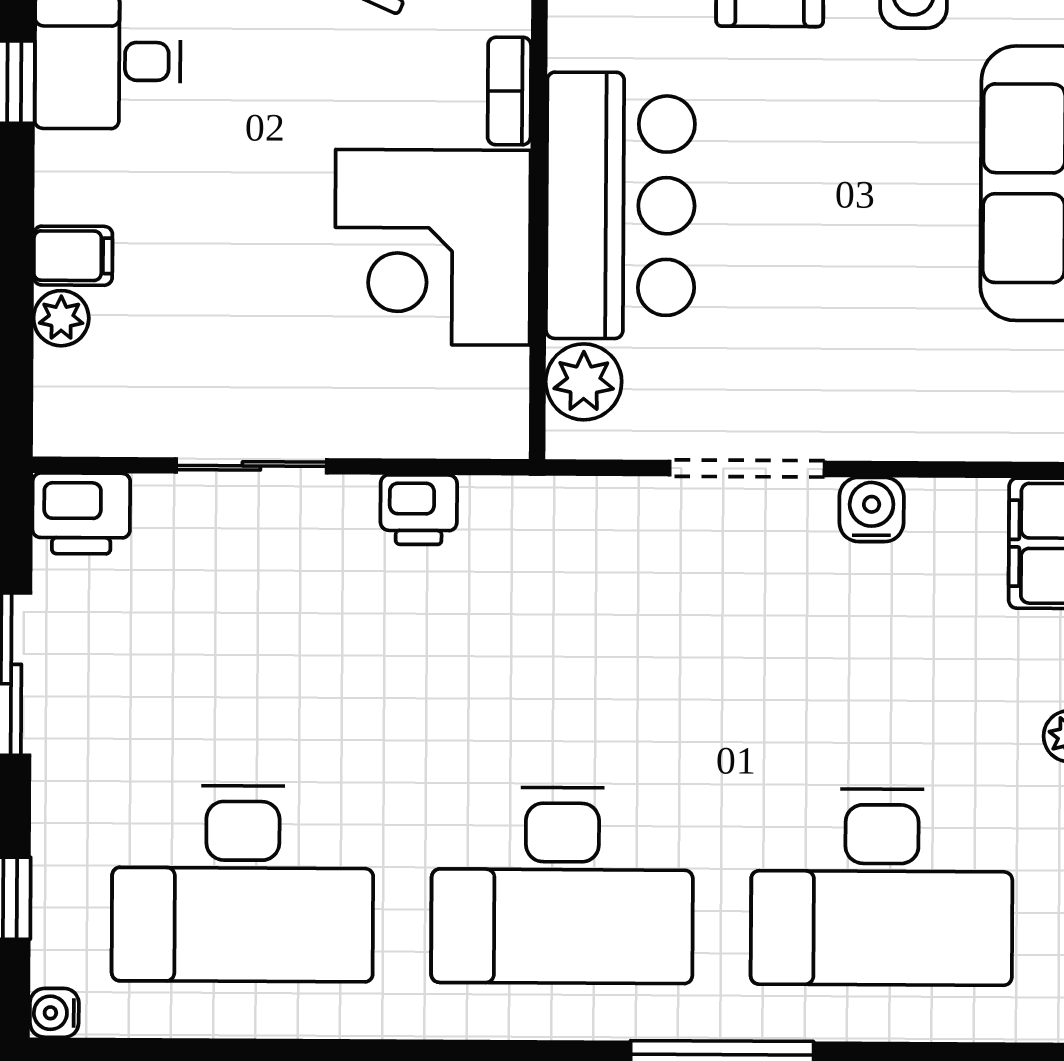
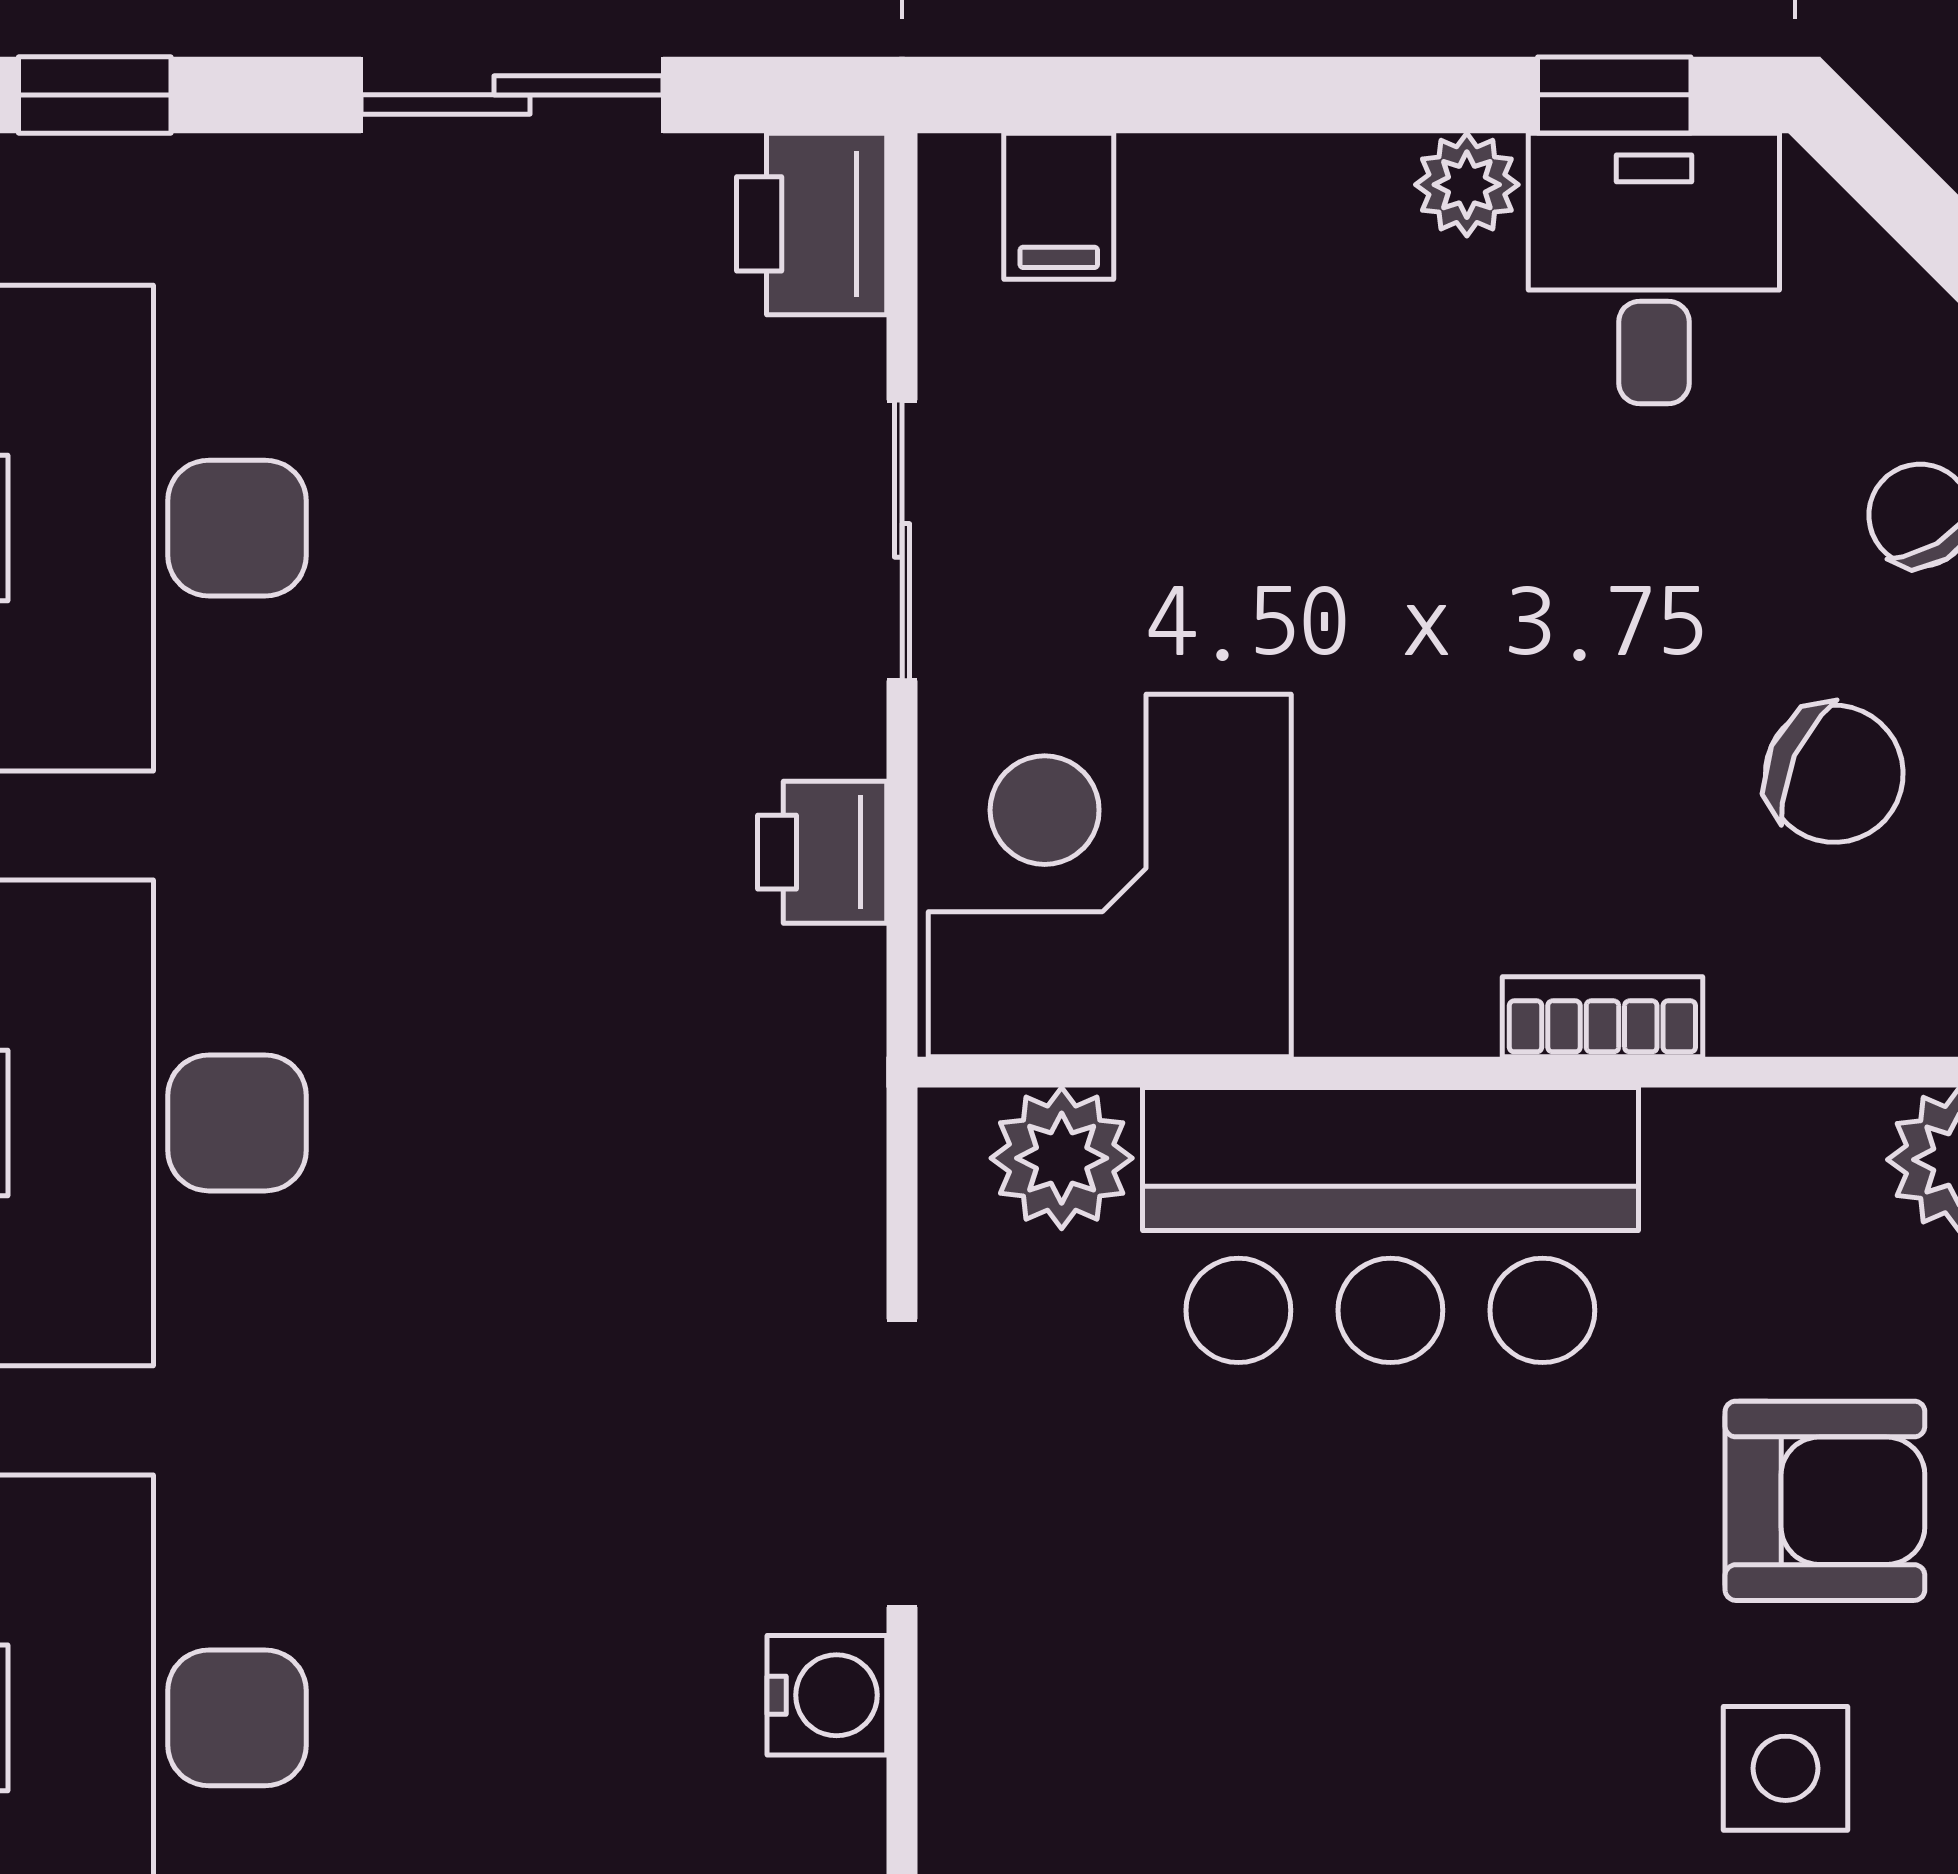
corner desk: (433, 247) -> (1110, 875), moved
filing cabinet: (73, 256) -> (1059, 206), moved
plant: (61, 318) -> (1467, 185), moved

